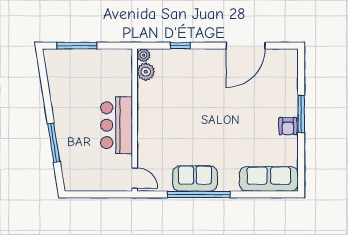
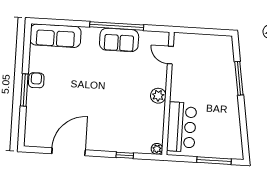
plant: (146, 72) -> (158, 96), moved
bar counter: (117, 125) -> (182, 127), moved
door: (135, 178) -> (170, 55), moved

